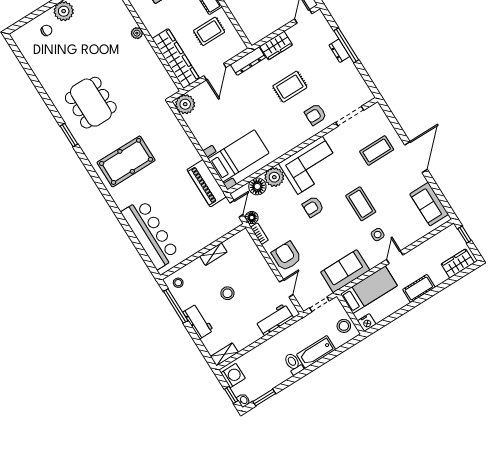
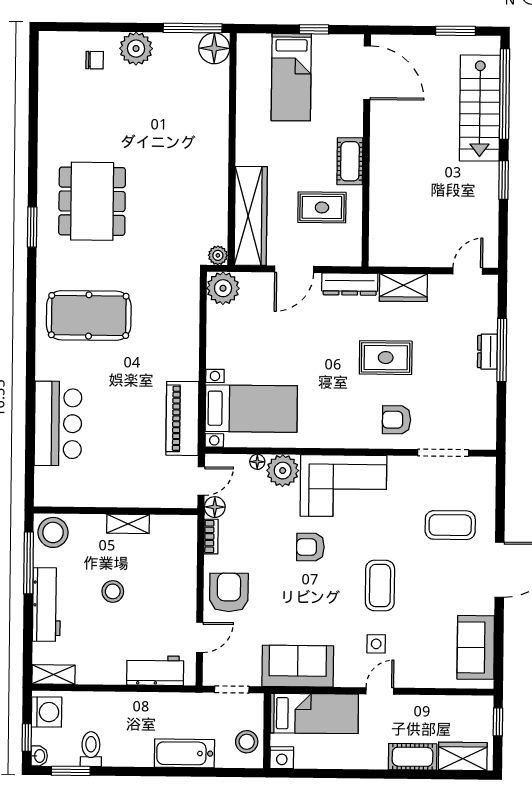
plant: (137, 33) -> (218, 255), moved
floor lamp: (257, 186) -> (257, 462), width x0.53, depth x0.53
bar counter: (150, 234) -> (58, 424), width x0.73
stool: (178, 283) -> (53, 532), width x1.89, depth x1.89
cot: (419, 288) -> (413, 757), moved
workbench: (198, 321) -> (46, 605), width x1.38
toilet: (293, 364) -> (91, 749), moved

